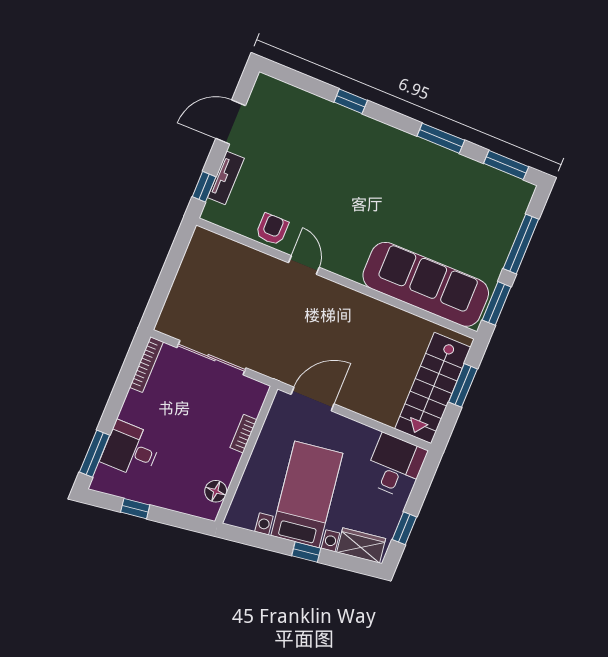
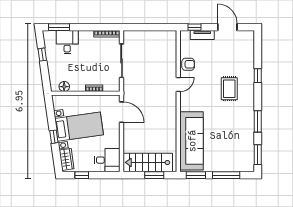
rug: (353, 168) -> (229, 89), added

